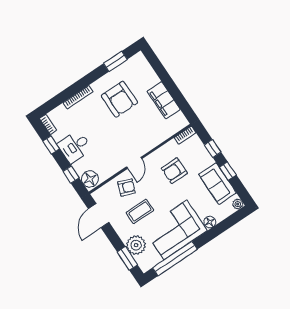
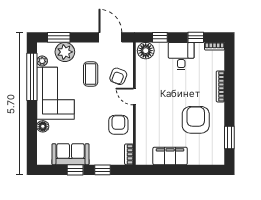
armchair: (119, 99) -> (196, 120), turned 90
armchair: (174, 171) -> (118, 125), moved
plant: (238, 204) -> (42, 61), moved

